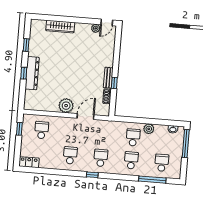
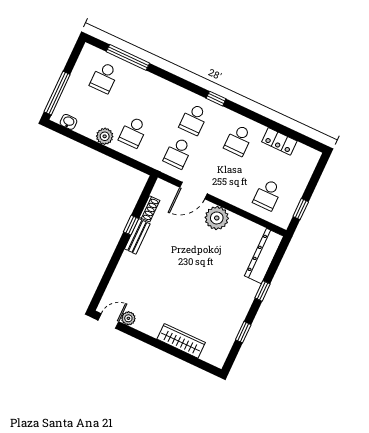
dresser: (32, 73) -> (264, 256), moved
school desk: (131, 160) -> (178, 153), moved
locker: (29, 162) -> (279, 141), moved

